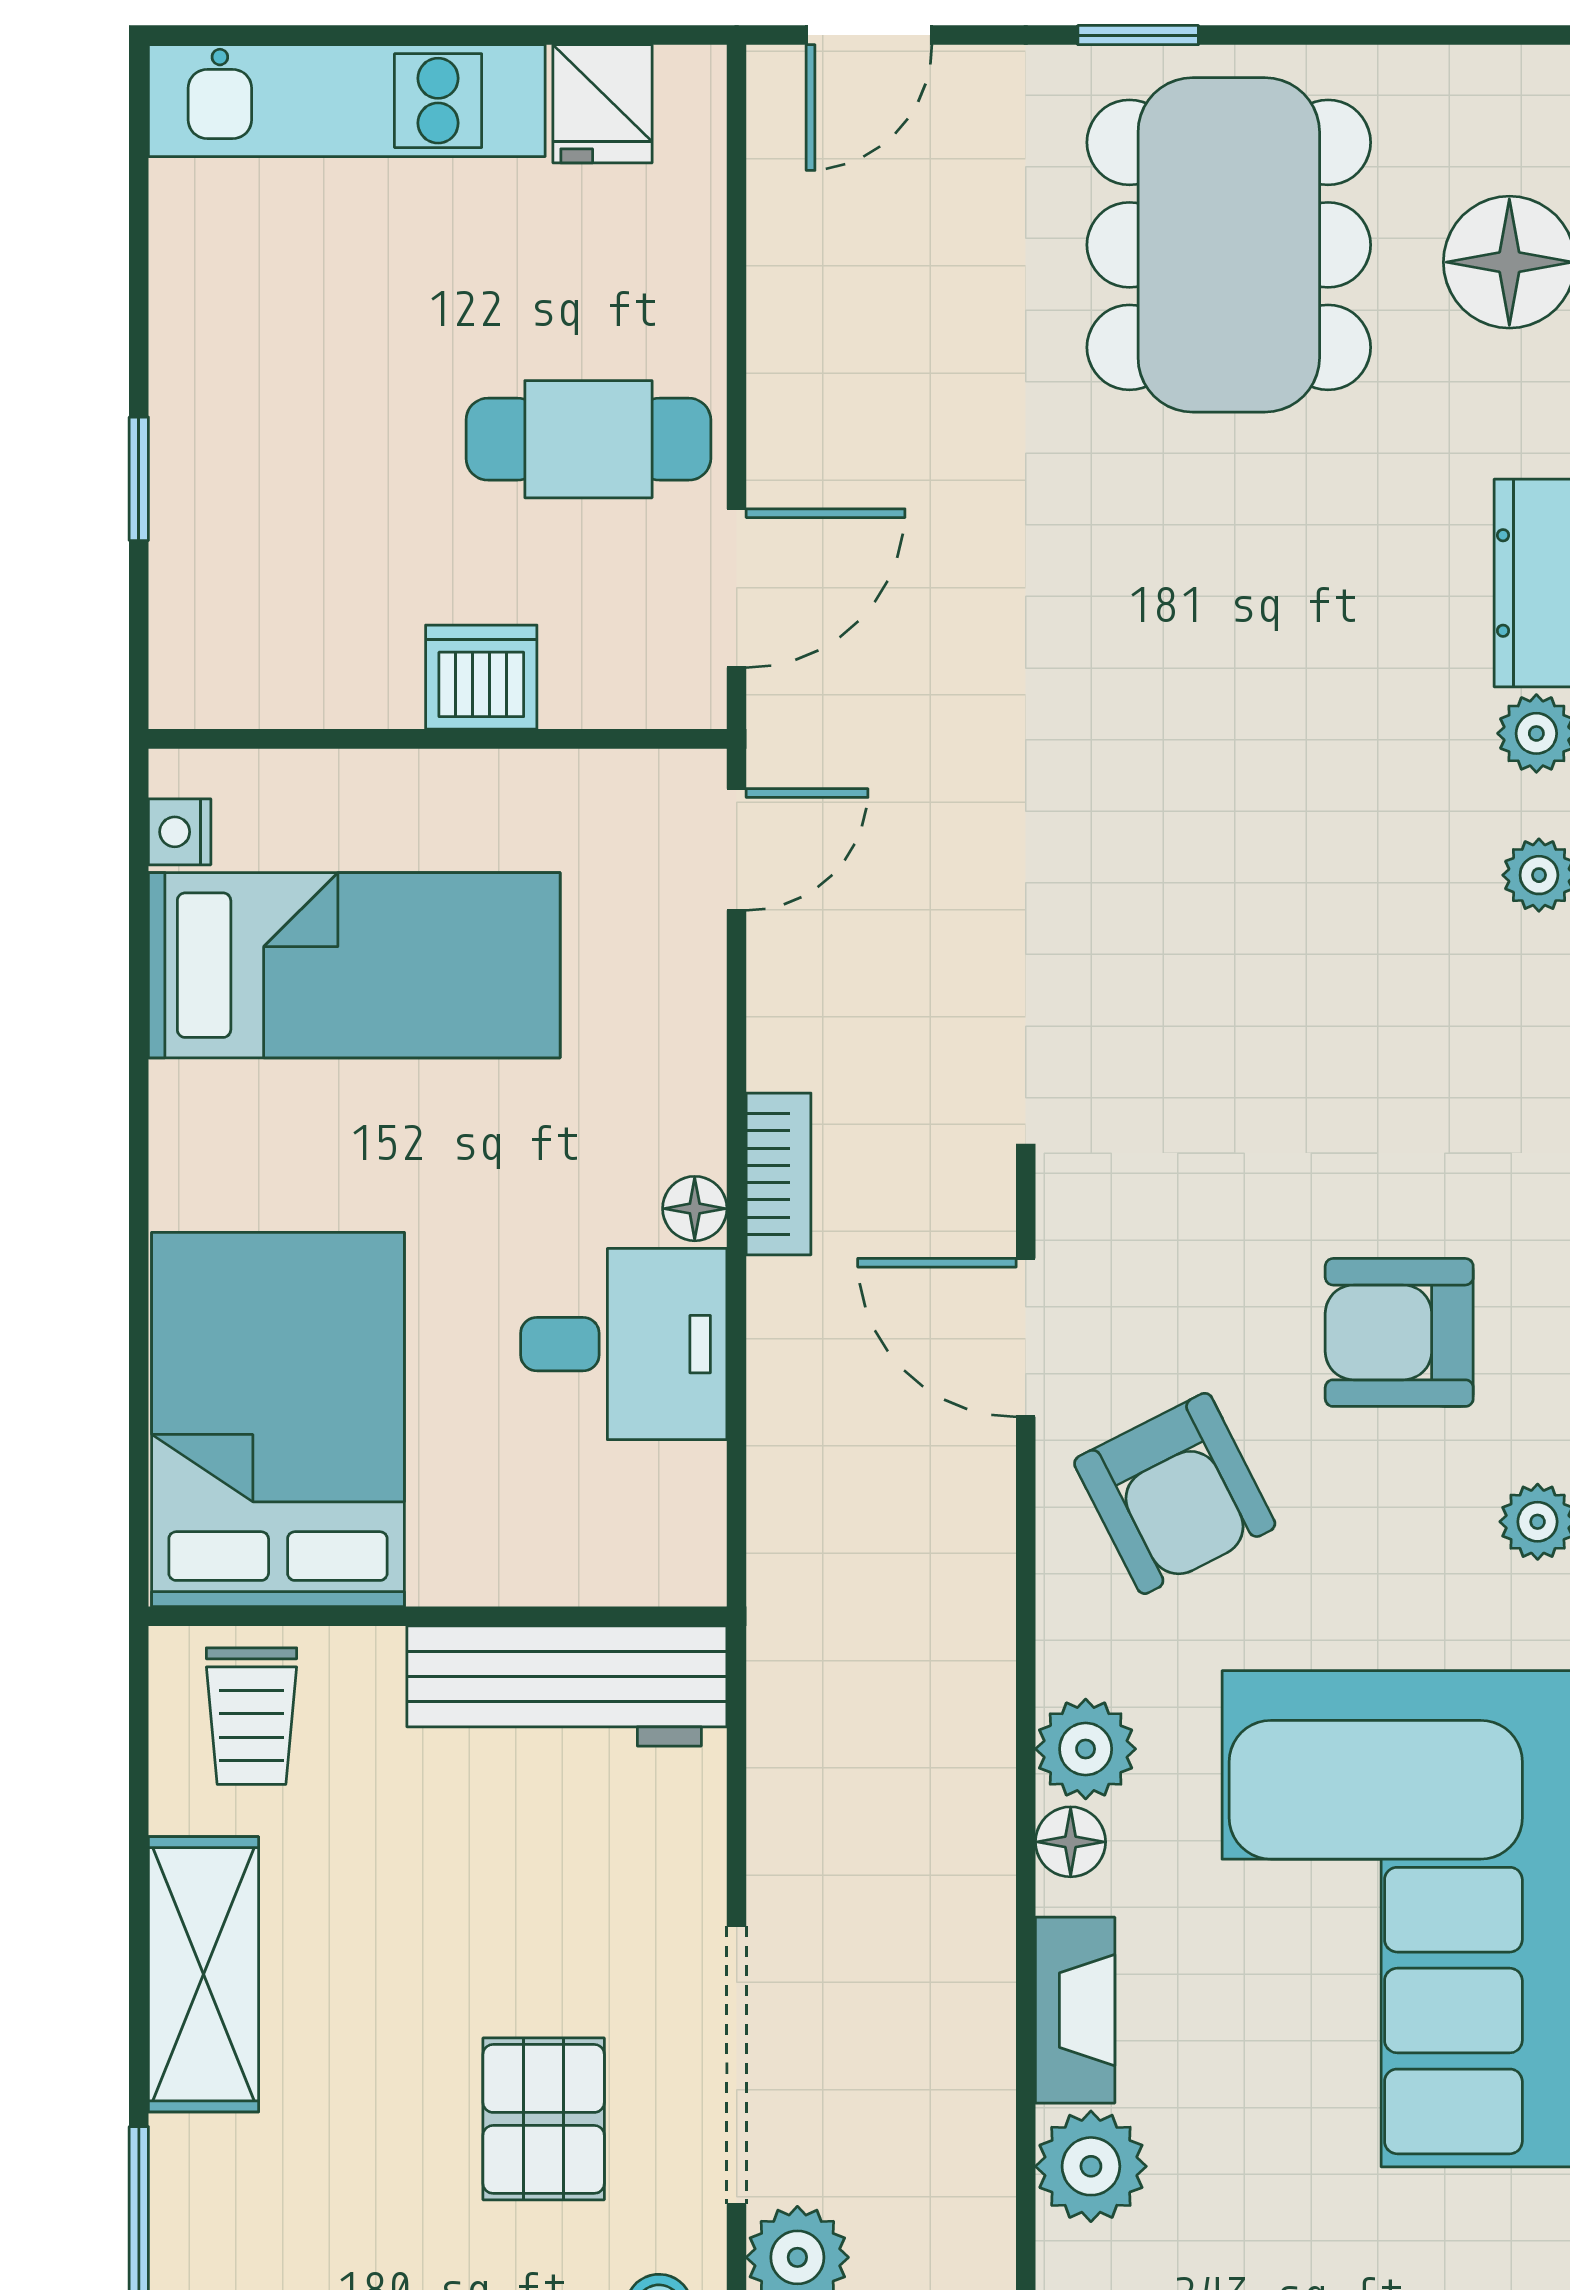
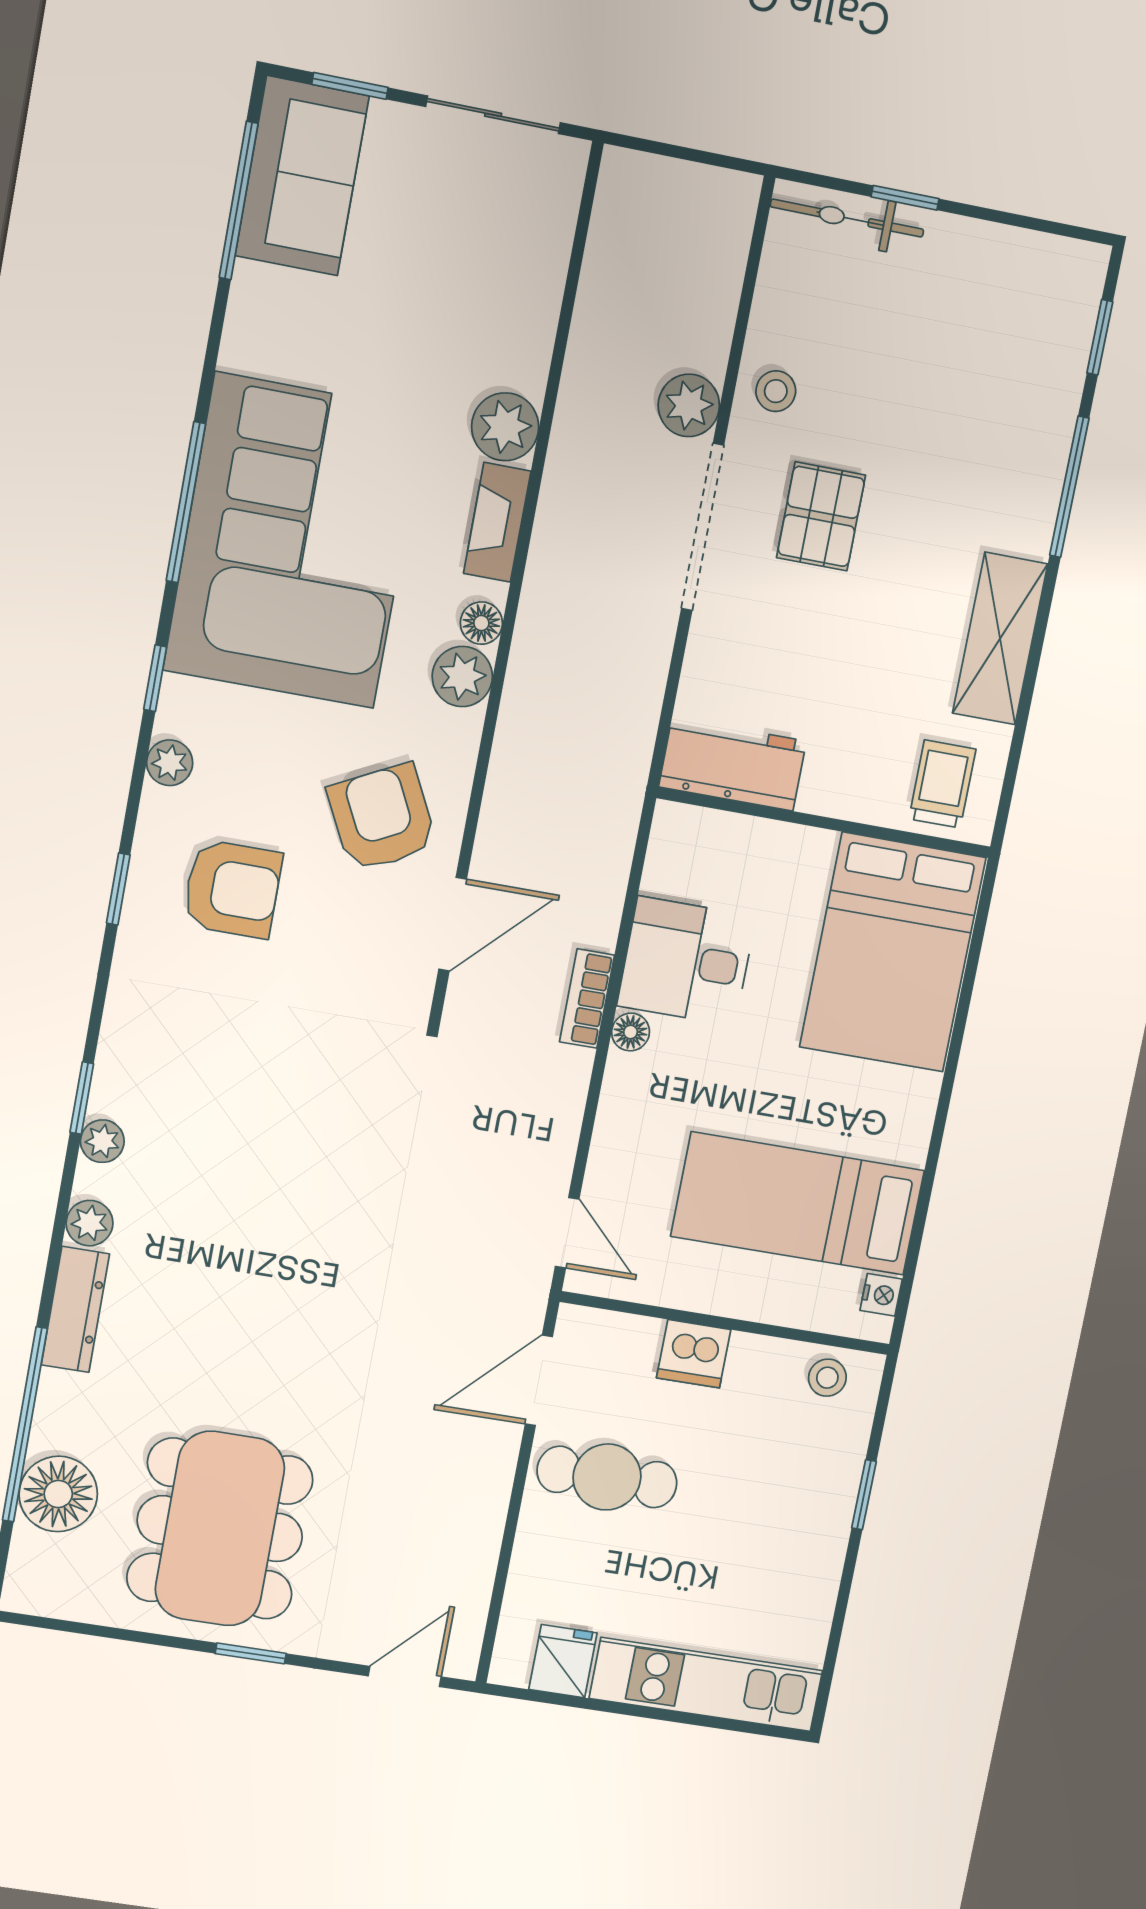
stool: (243, 673) -> (827, 1378), added
door: (737, 850) -> (567, 1233), swing flipped
bookcase: (779, 1174) -> (587, 998), moved
door: (1026, 1338) -> (453, 924), hinge flipped
workbench: (567, 1686) -> (733, 764), width x0.73

